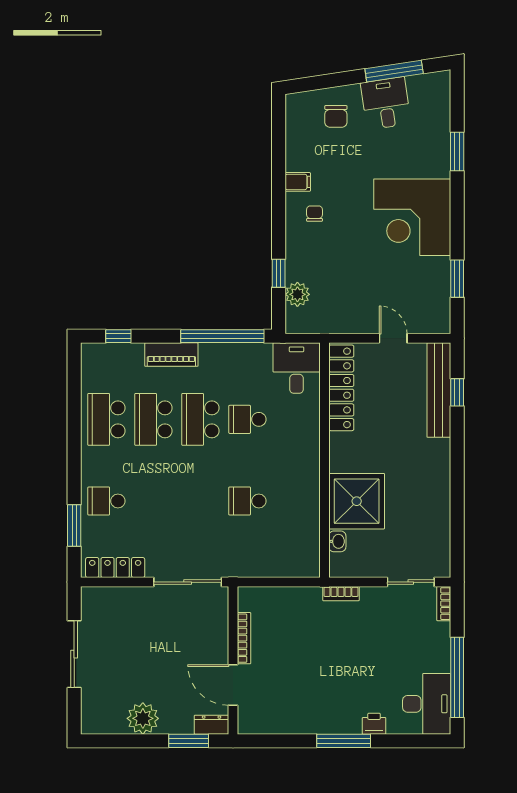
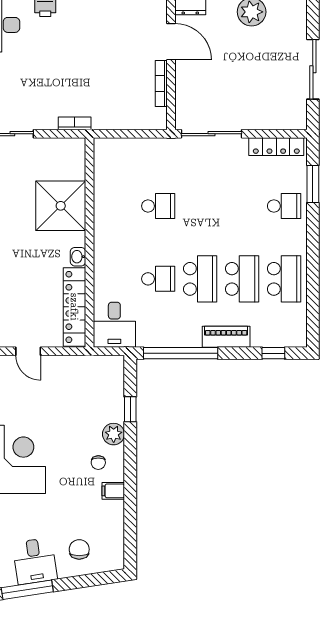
plant: (297, 294) -> (114, 434), moved
washbasin: (337, 541) -> (78, 257), moved

